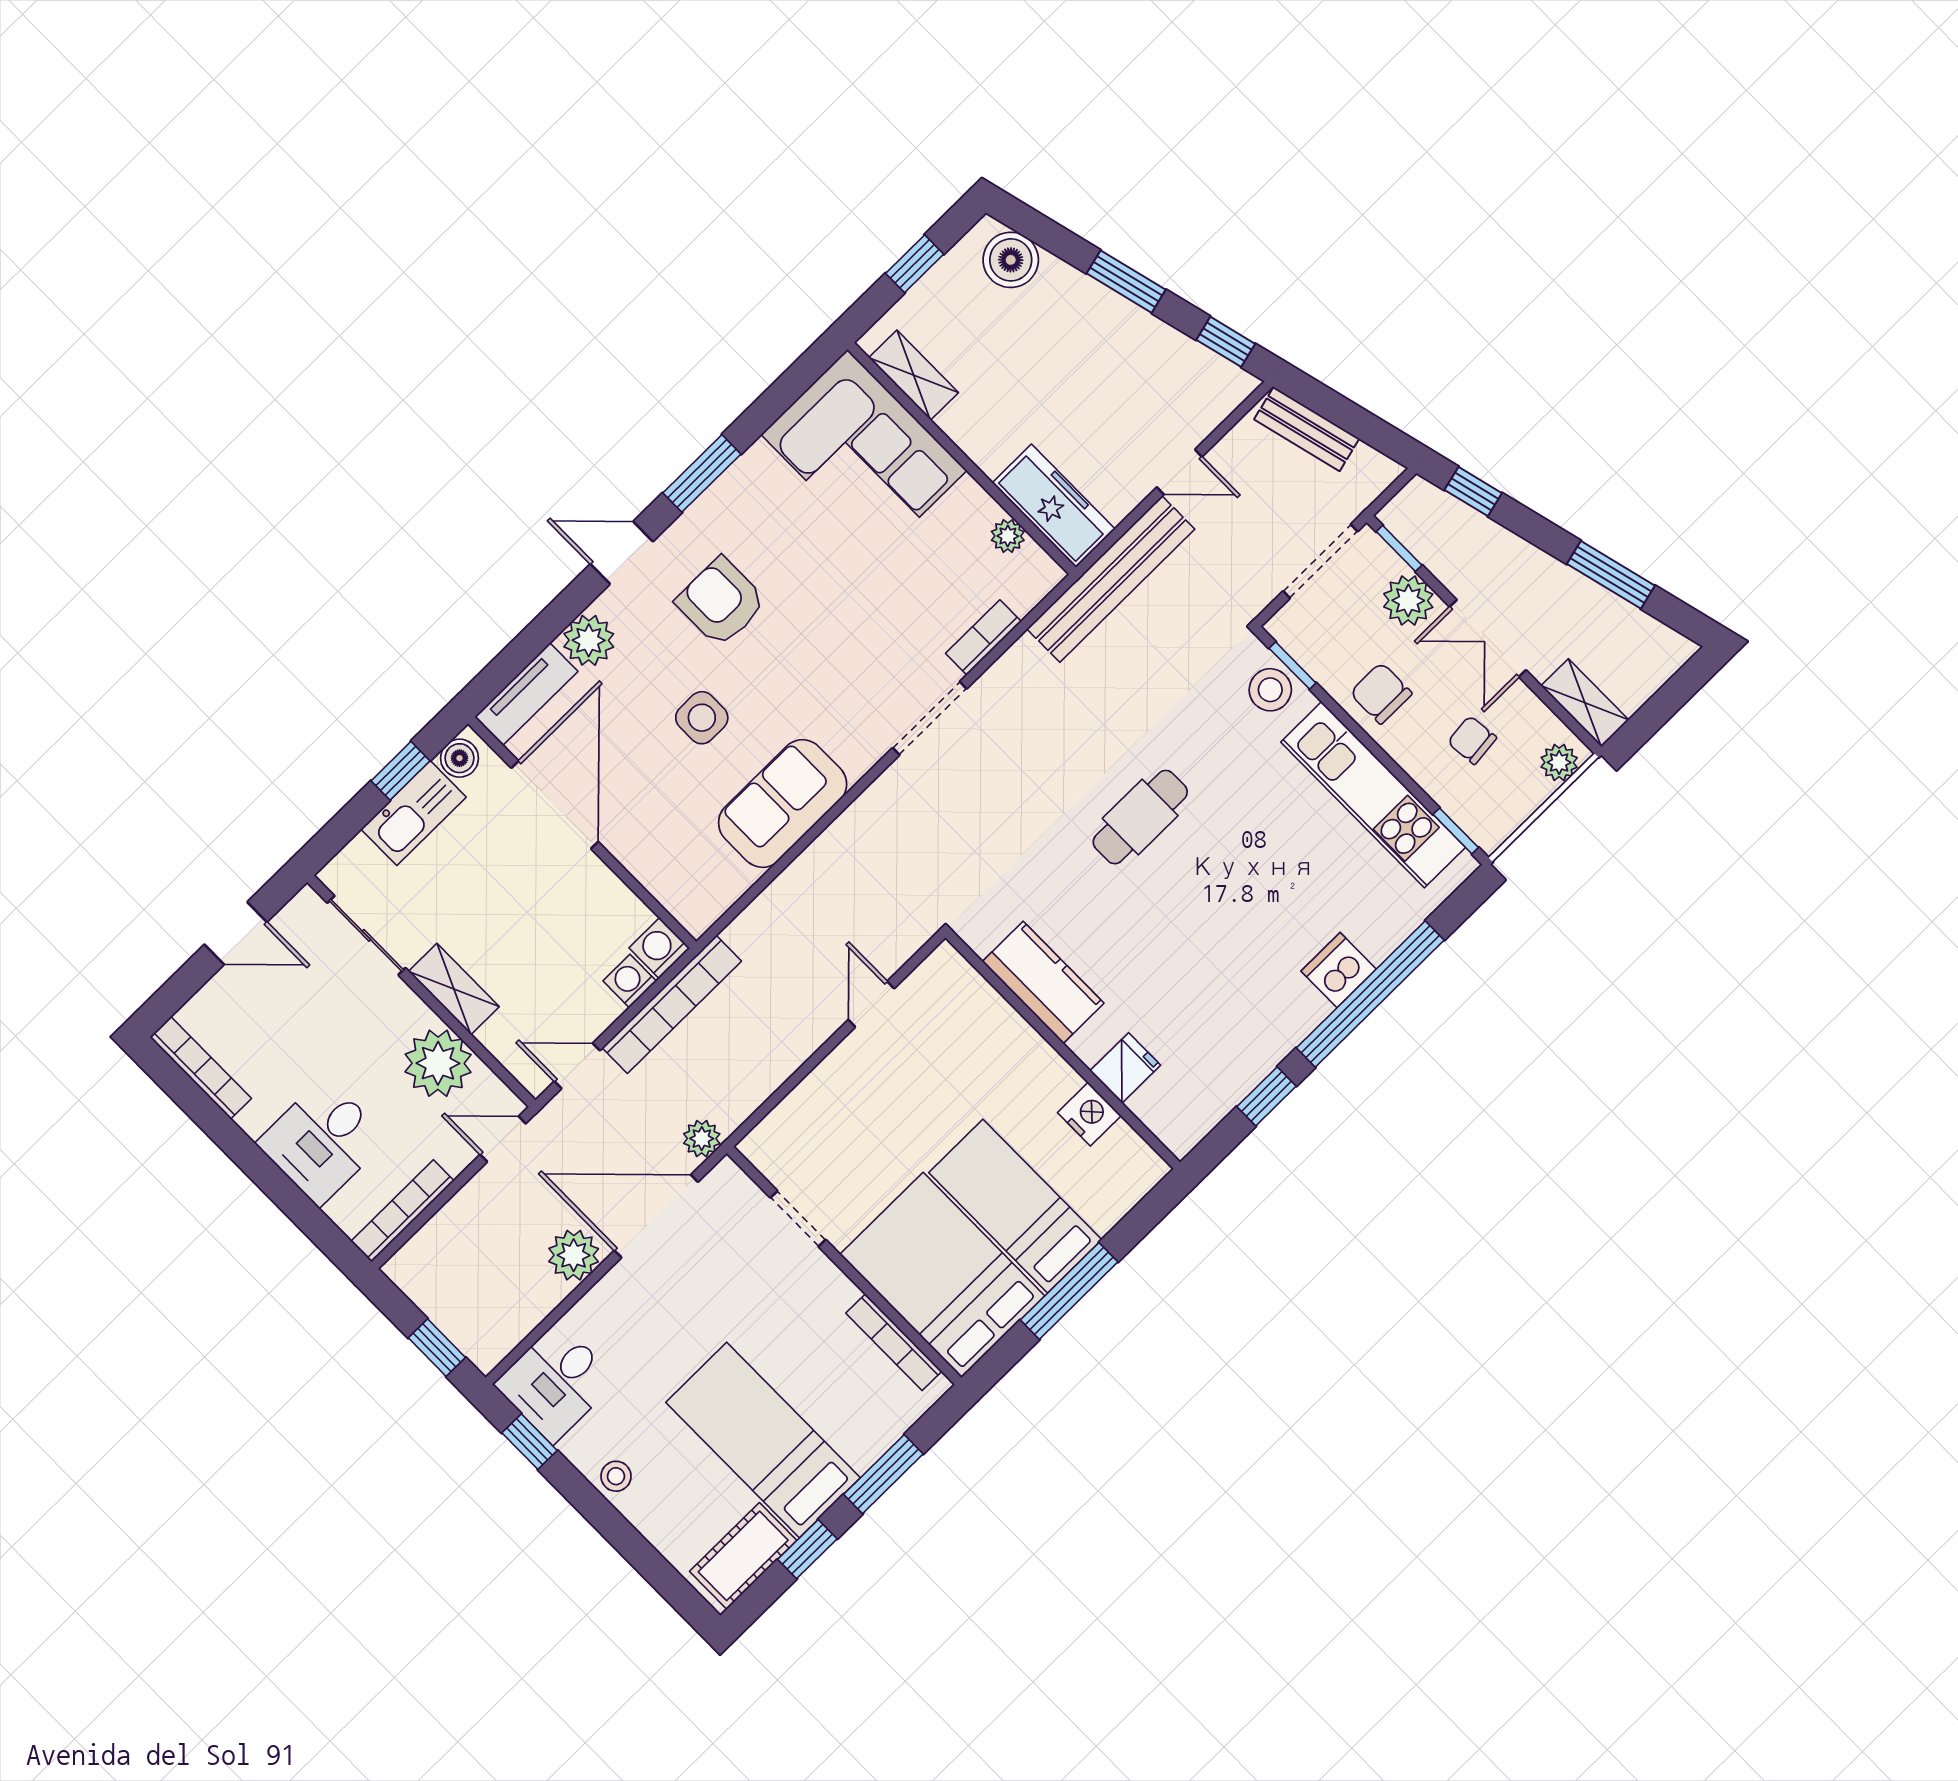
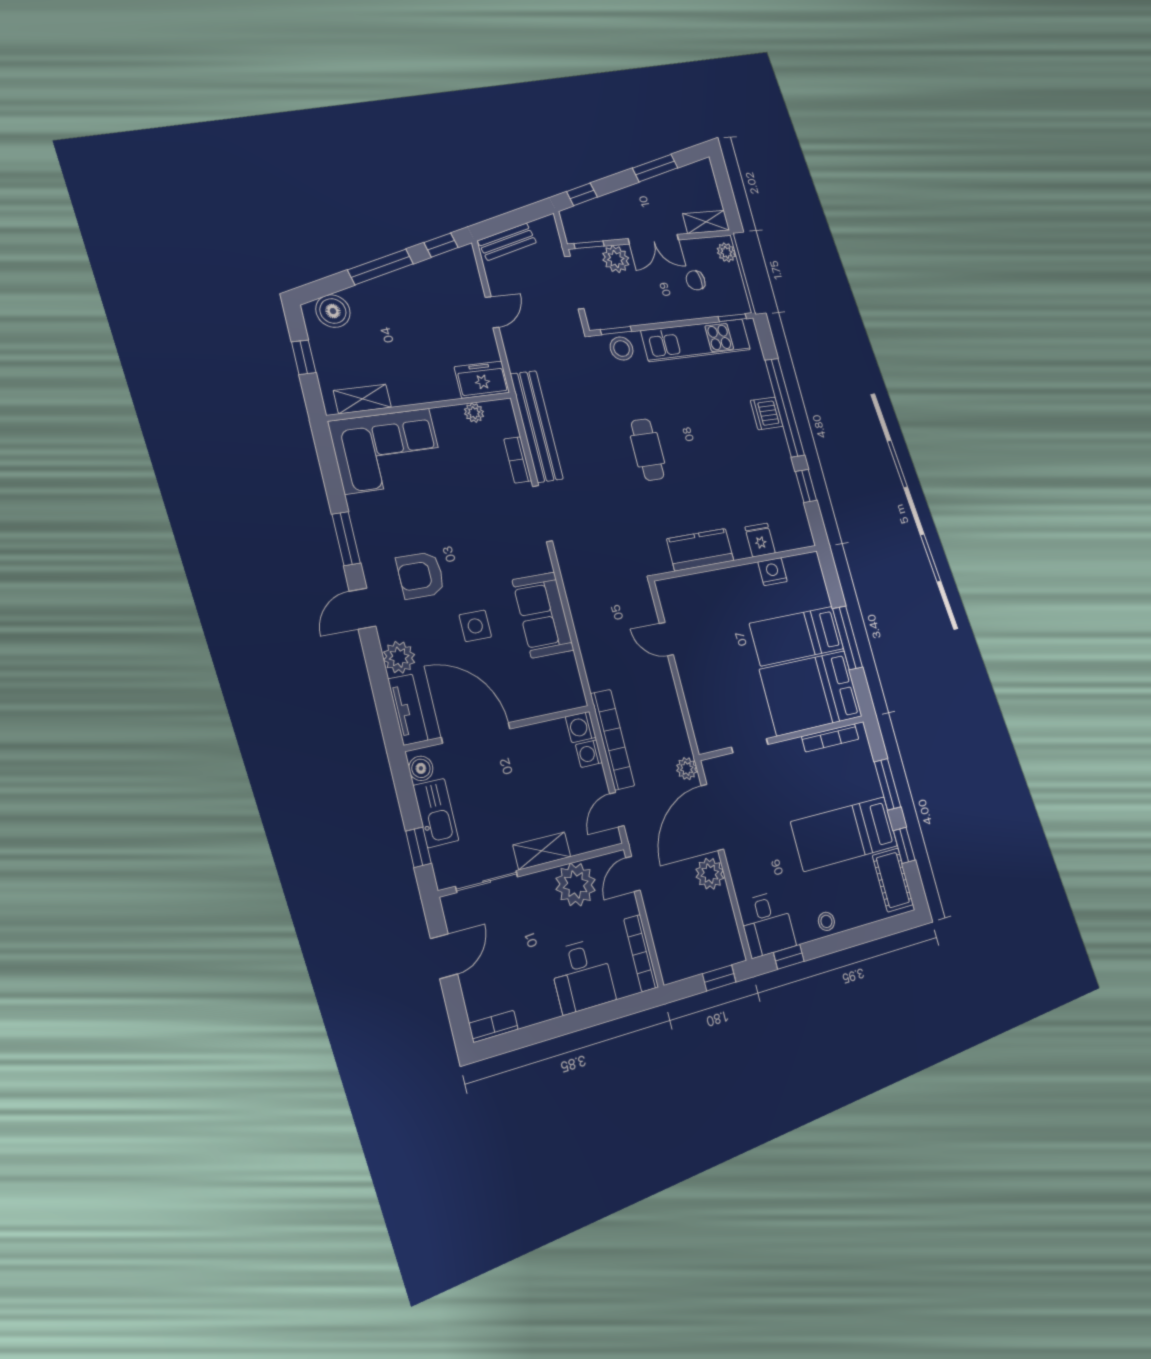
window: (1126, 282) -> (381, 267), width x1.44
freezer: (1054, 506) -> (482, 380), width x0.71
bench: (1111, 579) -> (537, 426), moved
chair: (1381, 693) -> (652, 302), removed
window: (400, 771) -> (418, 847), moved
bookcase: (201, 1068) -> (493, 1026), width x0.64

